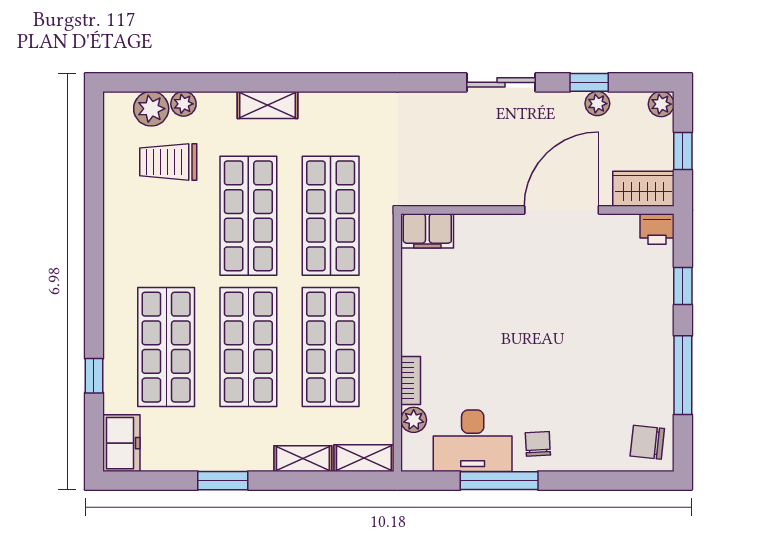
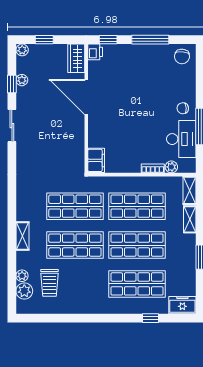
wardrobe: (643, 189) -> (76, 58), moved
wall: (537, 210) -> (86, 108), moved
door: (562, 210) -> (86, 97), moved
printer: (657, 229) -> (95, 52), moved
filing cabinet: (427, 231) -> (96, 160), moved

